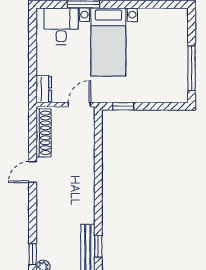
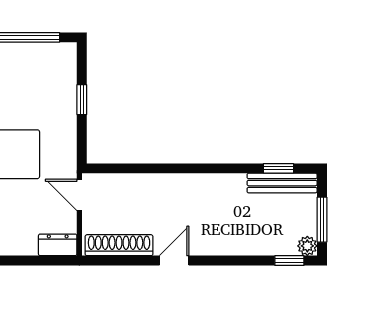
window: (123, 106) -> (82, 100), moved
door: (33, 172) -> (174, 261), swing flipped

